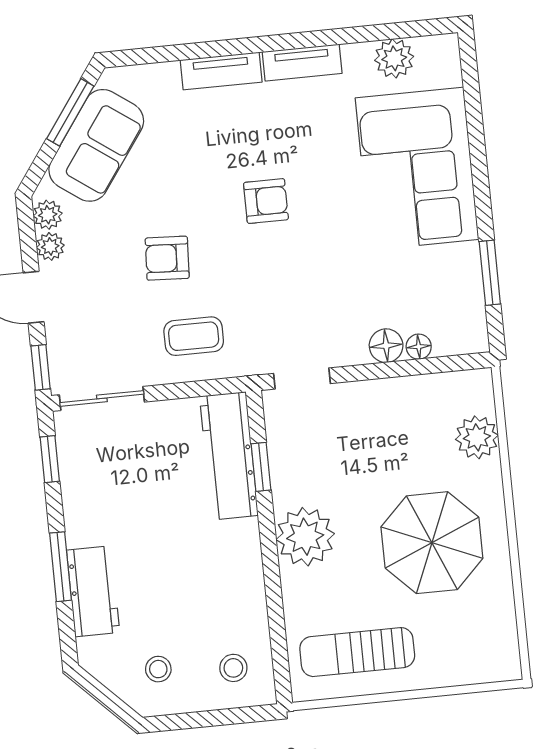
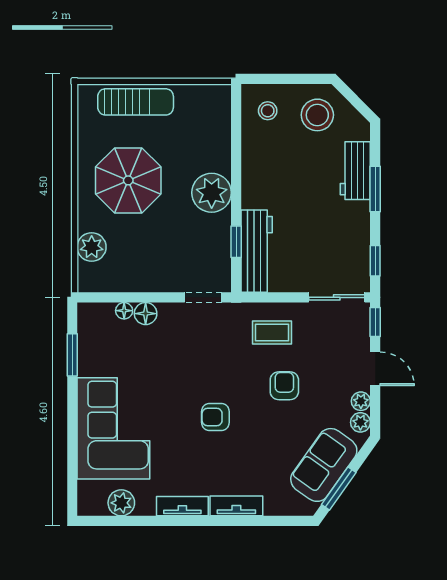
armchair: (167, 258) -> (284, 386), turned -93
sun lounger: (357, 652) -> (136, 102), moved
stool: (158, 669) -> (317, 115), width x1.89, depth x1.89

